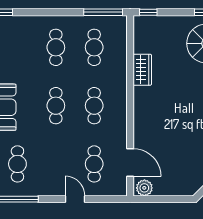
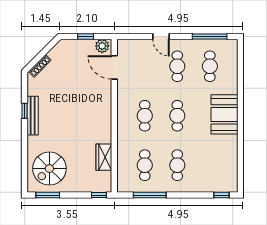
window: (103, 12) -> (150, 195), moved
wardrobe: (142, 70) -> (104, 157), moved
cafe table: (94, 164) -> (177, 66), moved
window: (164, 199) -> (86, 36), added

